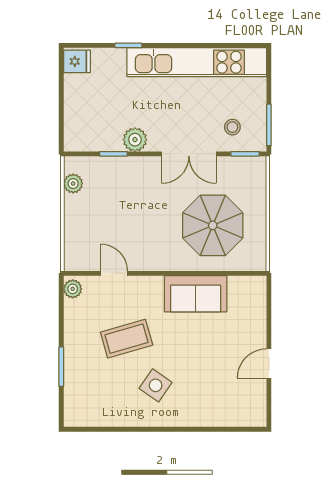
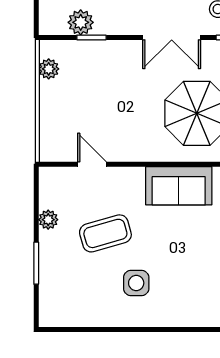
plant: (135, 140) -> (81, 22), moved
plant: (73, 289) -> (48, 220), moved
side table: (156, 385) -> (136, 283), turned -35

